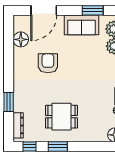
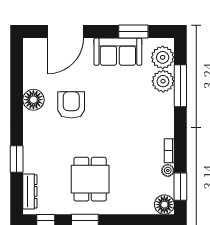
floor lamp: (21, 39) -> (33, 100), moved
dining table: (62, 117) -> (90, 179), turned 90

